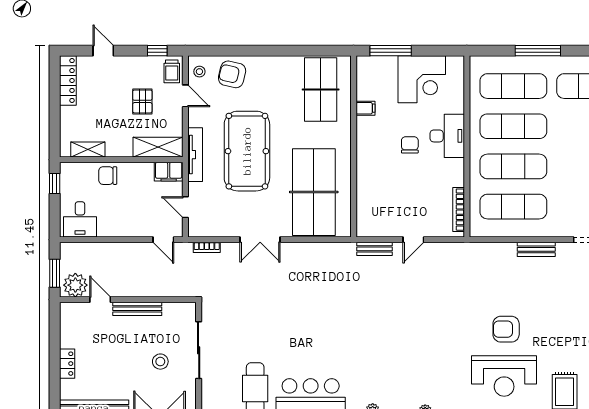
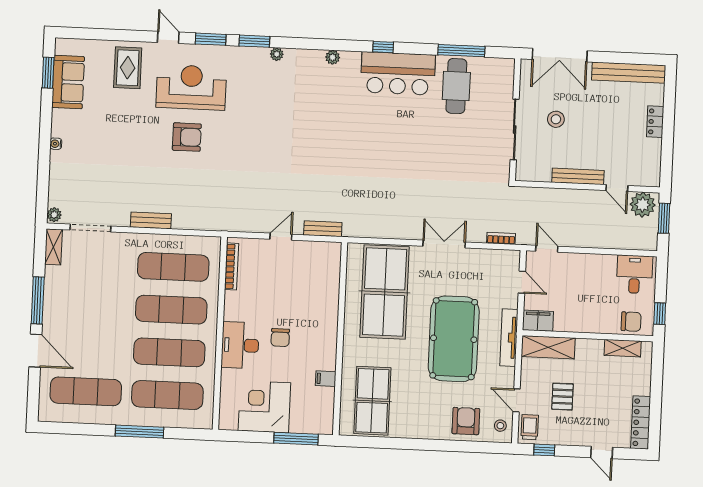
armchair: (232, 74) -> (466, 421), turned -103
chair: (108, 176) -> (631, 322), moved

